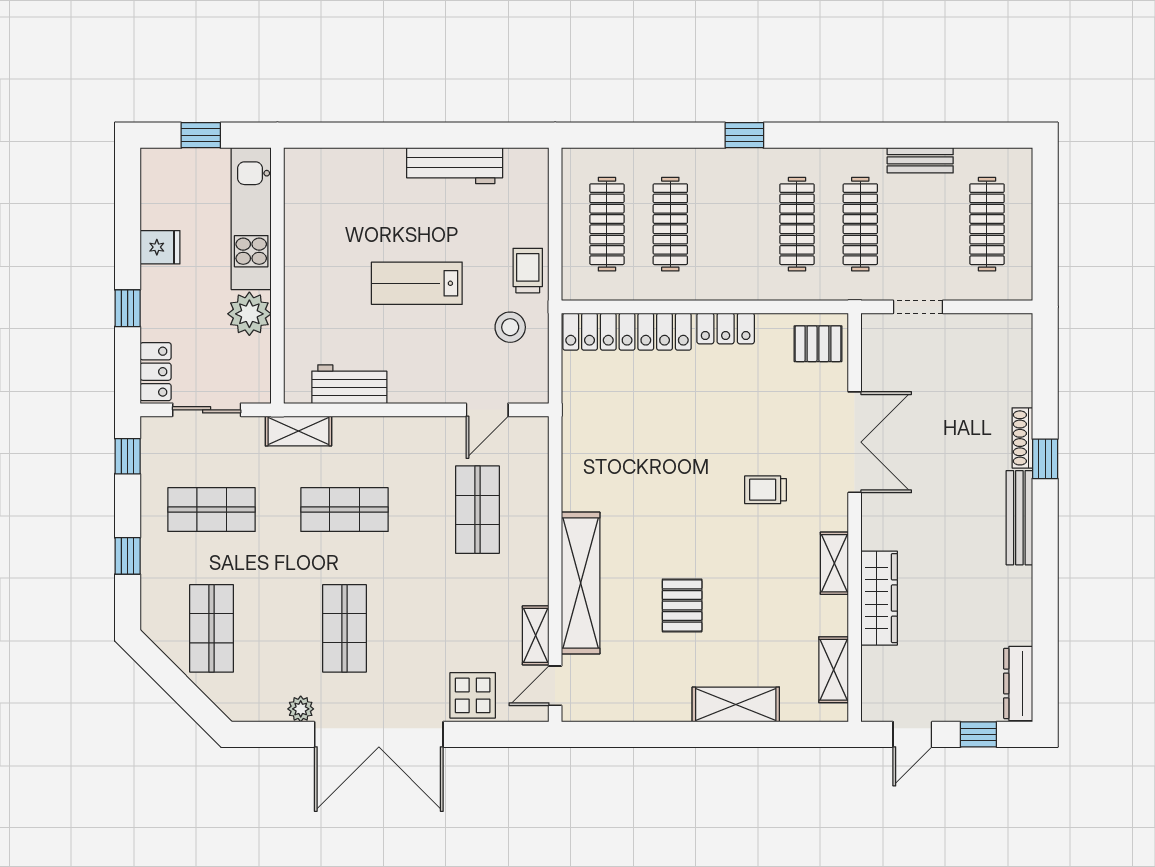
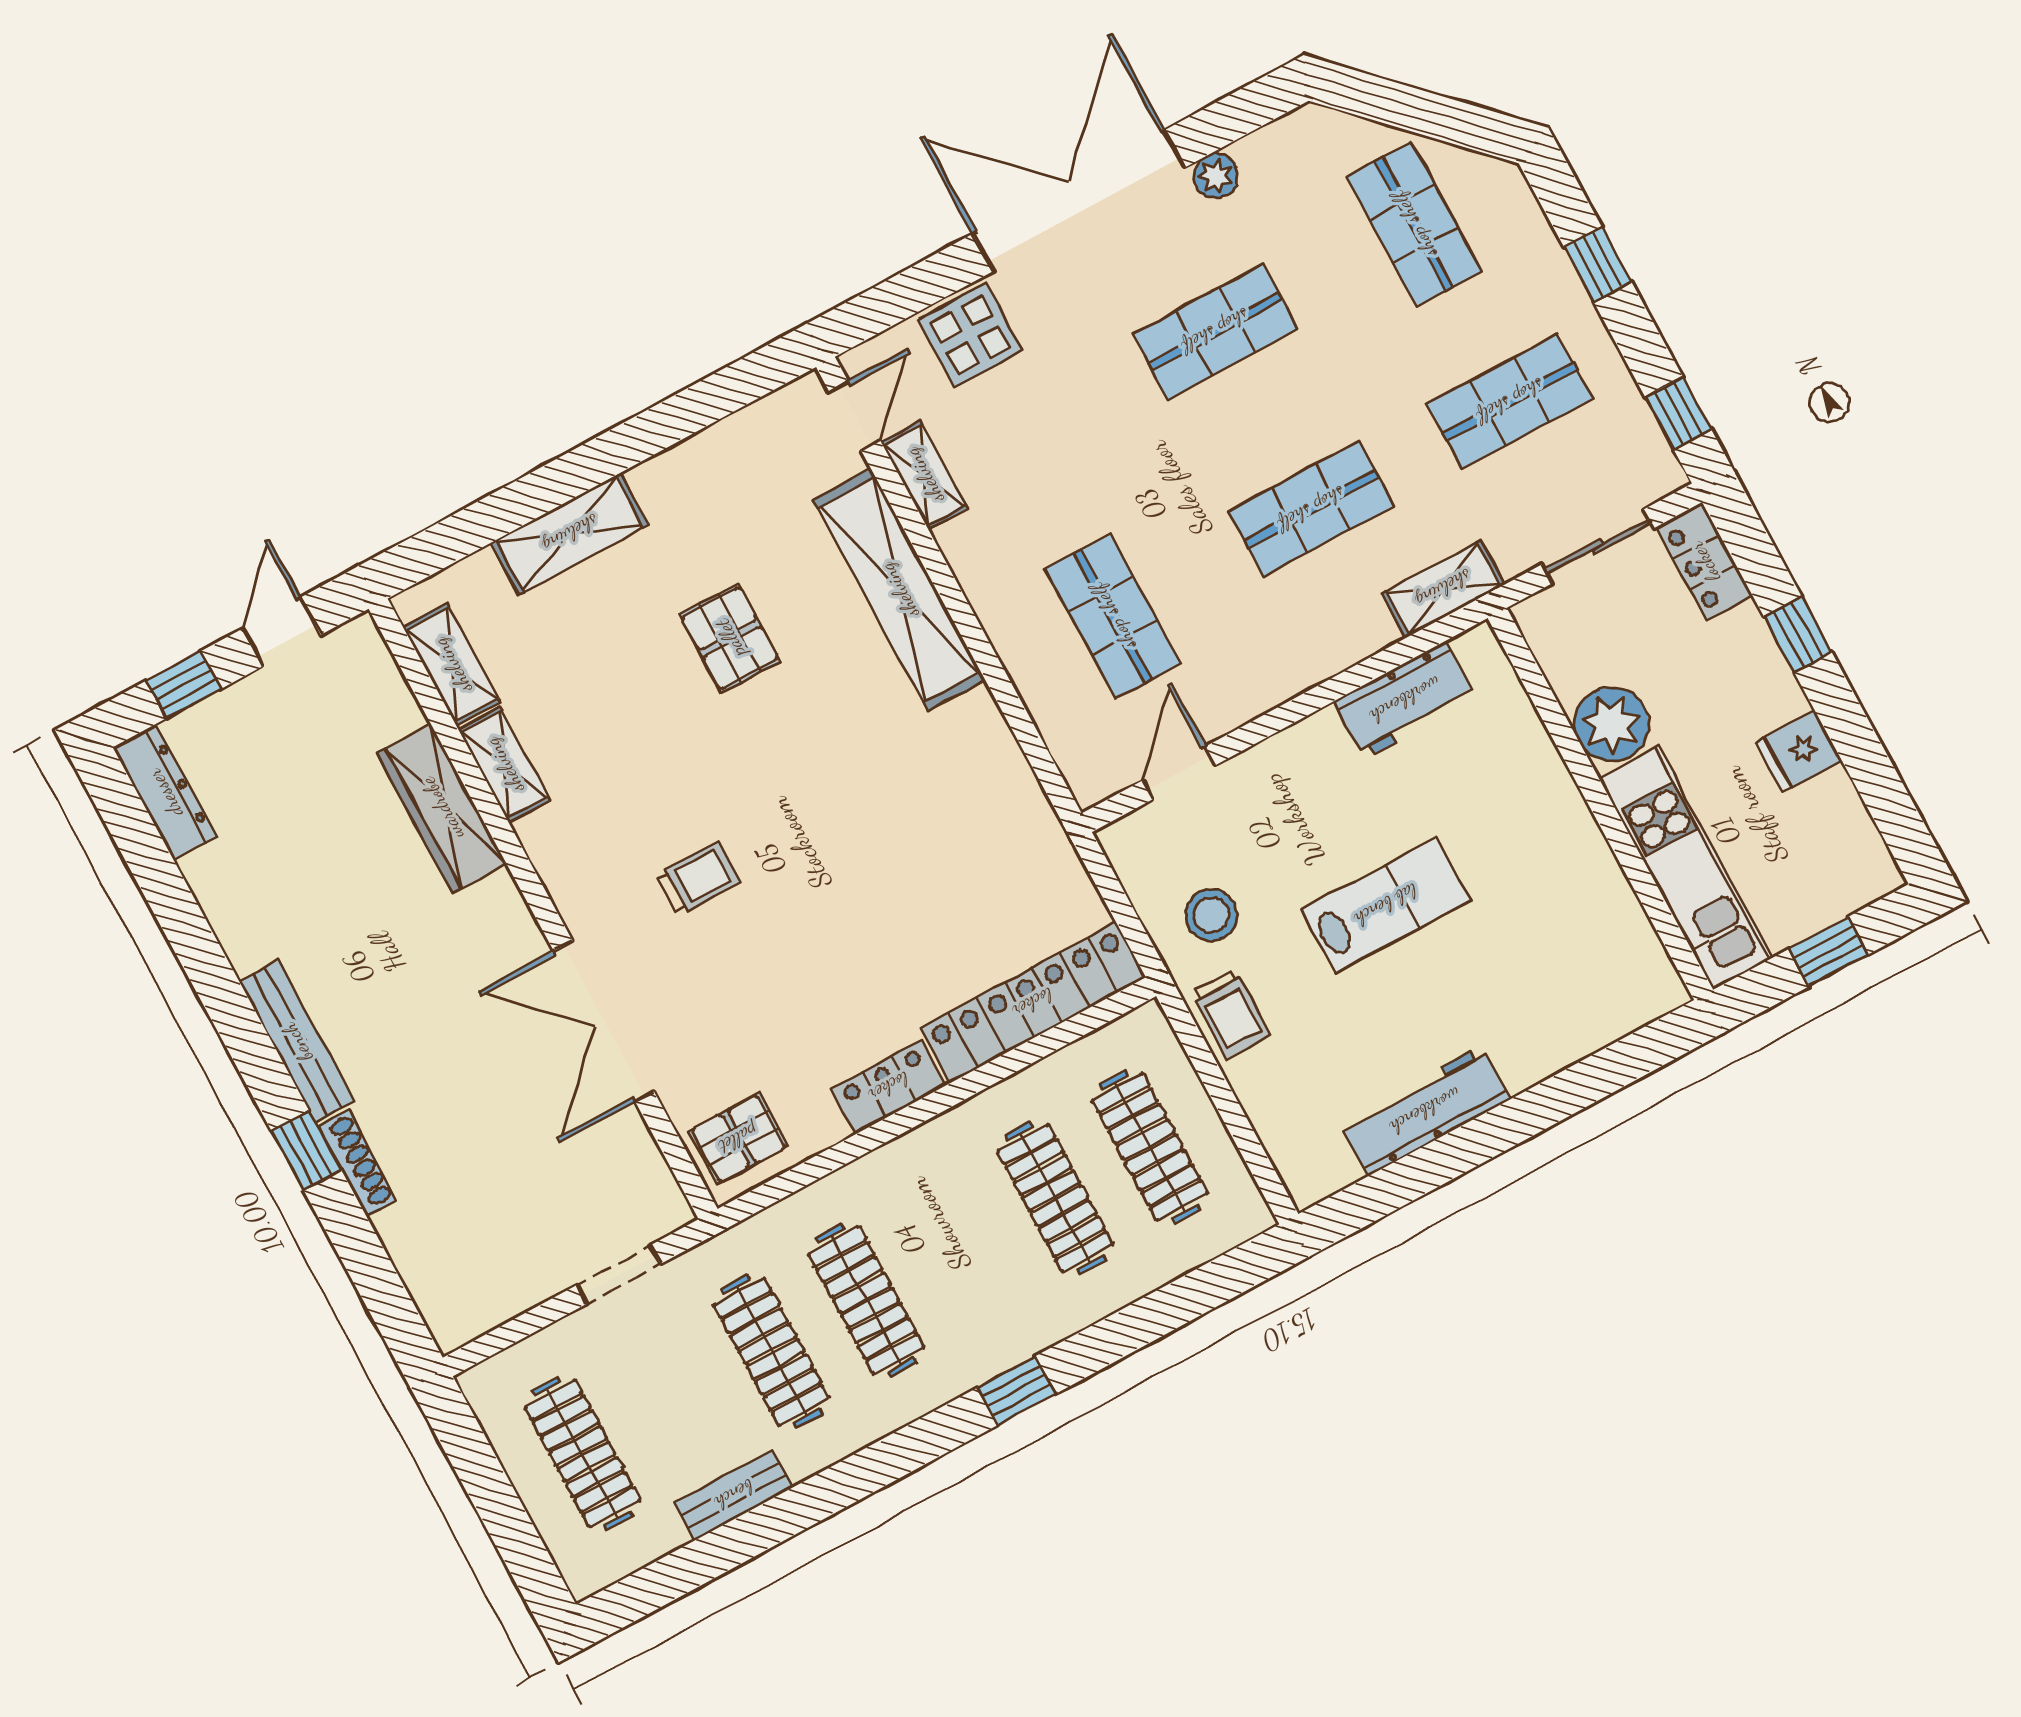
shelving: (834, 563) -> (504, 765), moved
shop shelf: (344, 628) -> (1215, 331), turned 90

